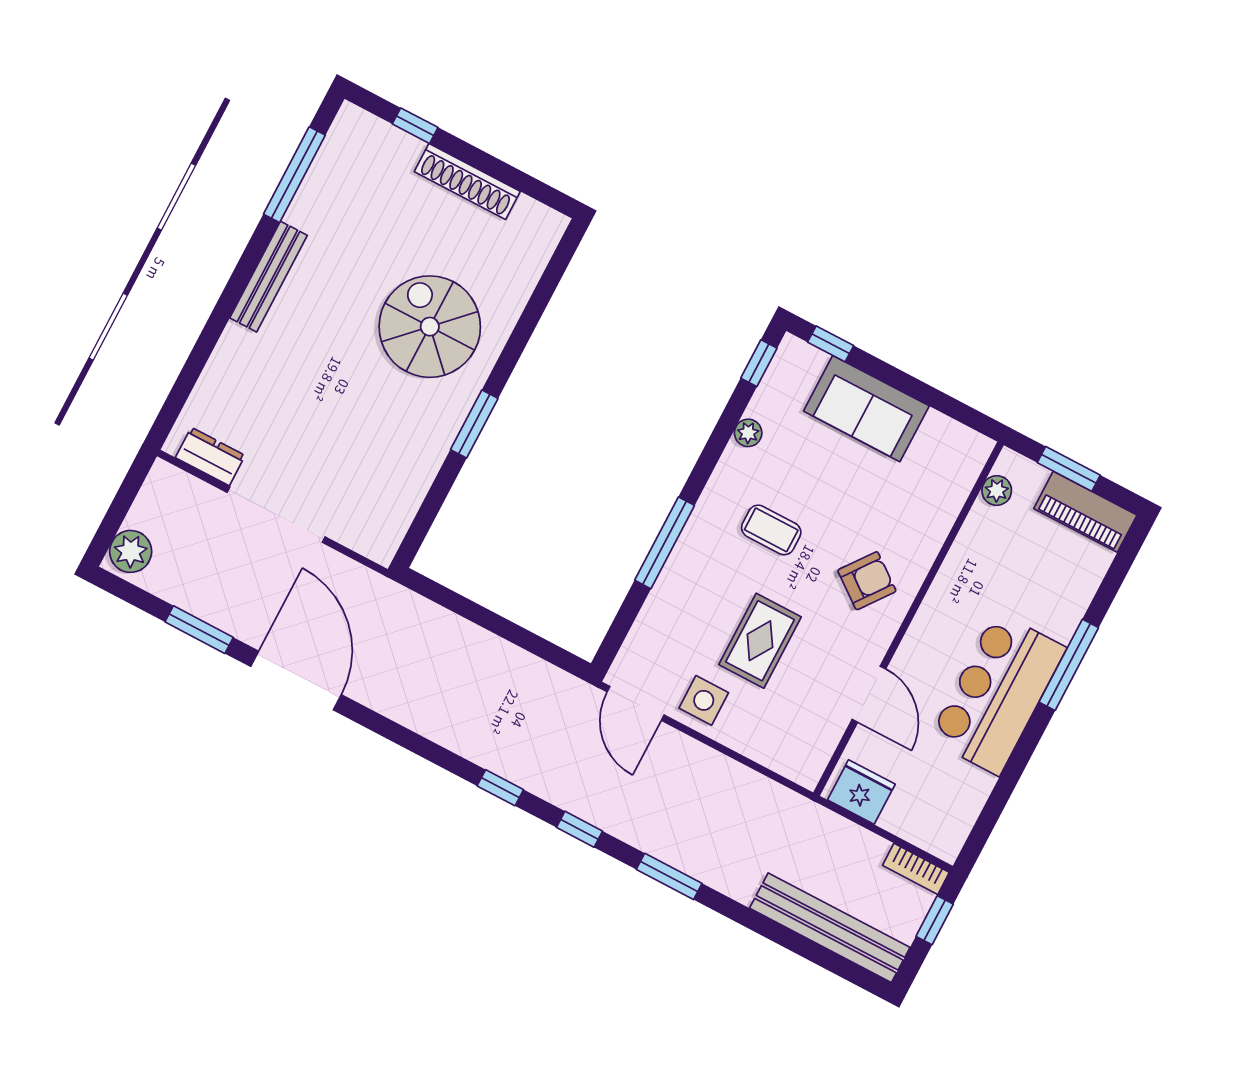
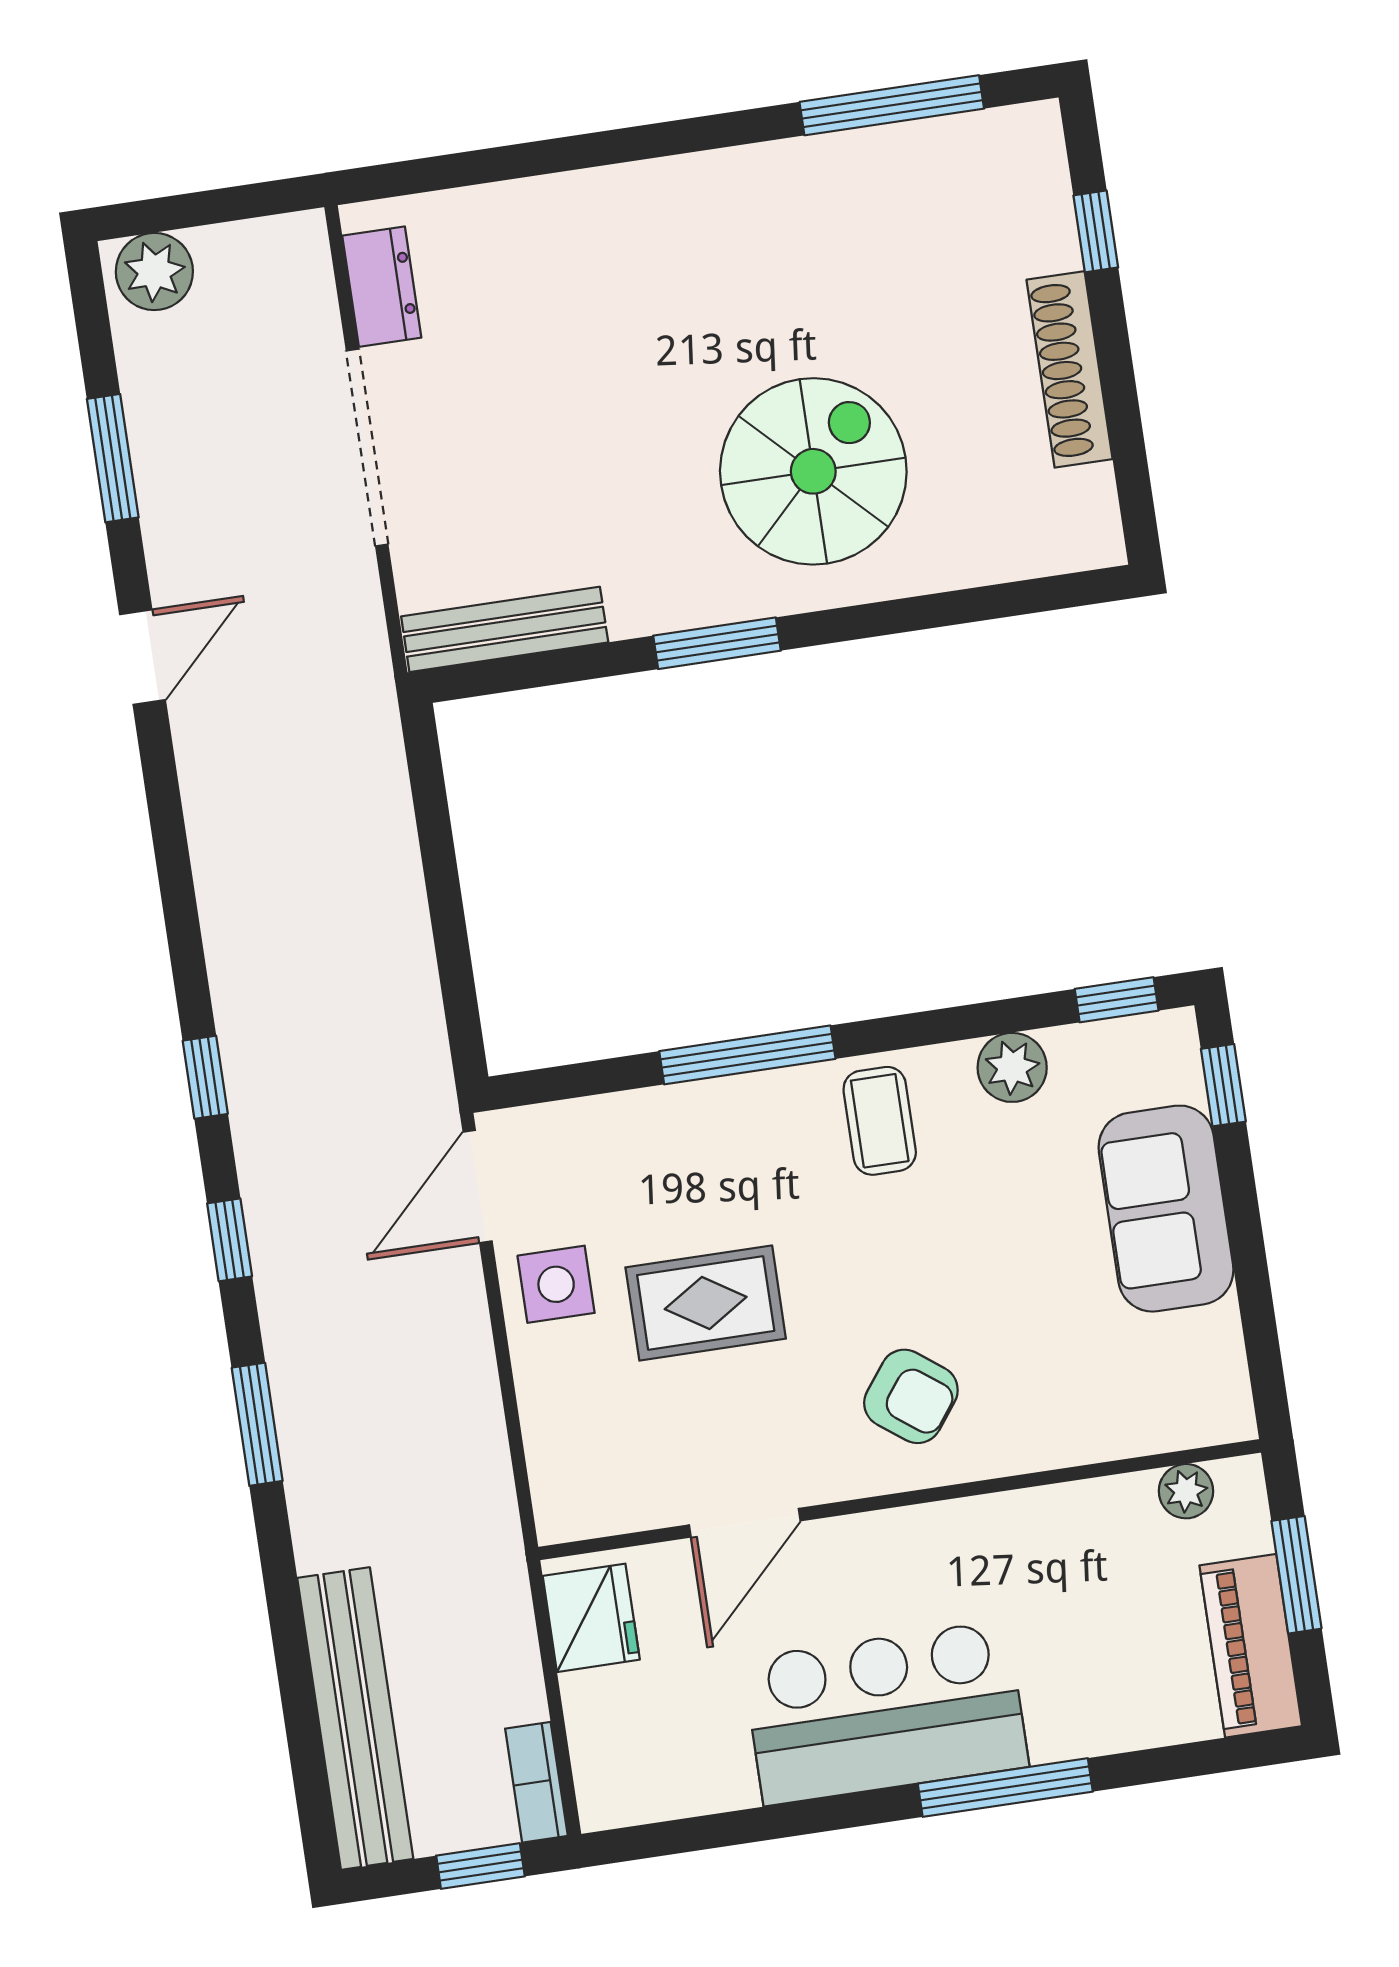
bench: (269, 277) -> (505, 629), moved
plant: (748, 433) -> (1012, 1067), width x1.38, depth x1.38
coffee table: (771, 530) -> (880, 1121), moved
door: (296, 680) -> (143, 657), width x0.53

